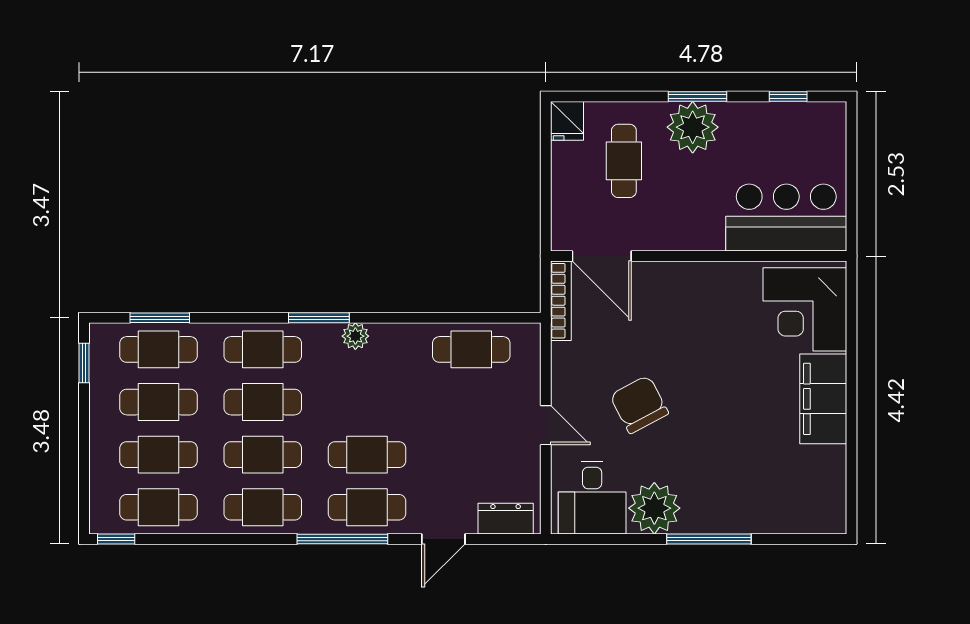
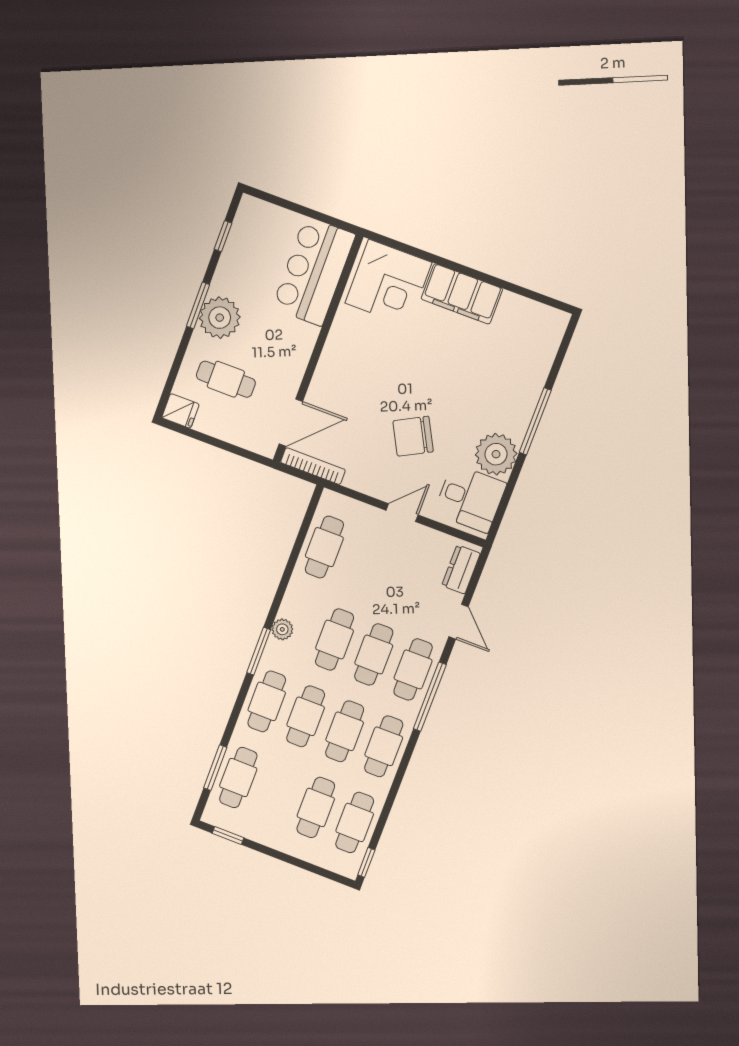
cafe table: (159, 402) -> (335, 640), moved

